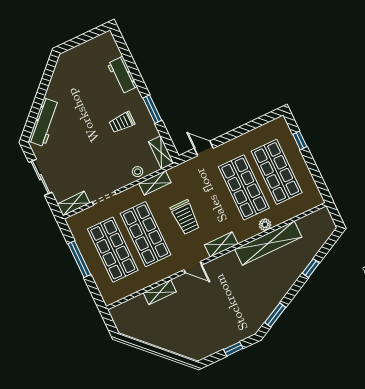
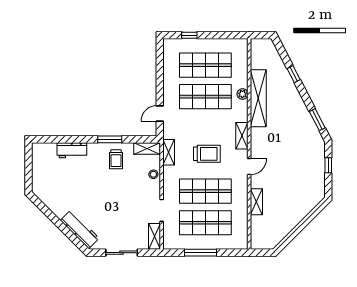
trolley: (122, 122) -> (116, 159), moved
shelving: (155, 183) -> (169, 152), moved

